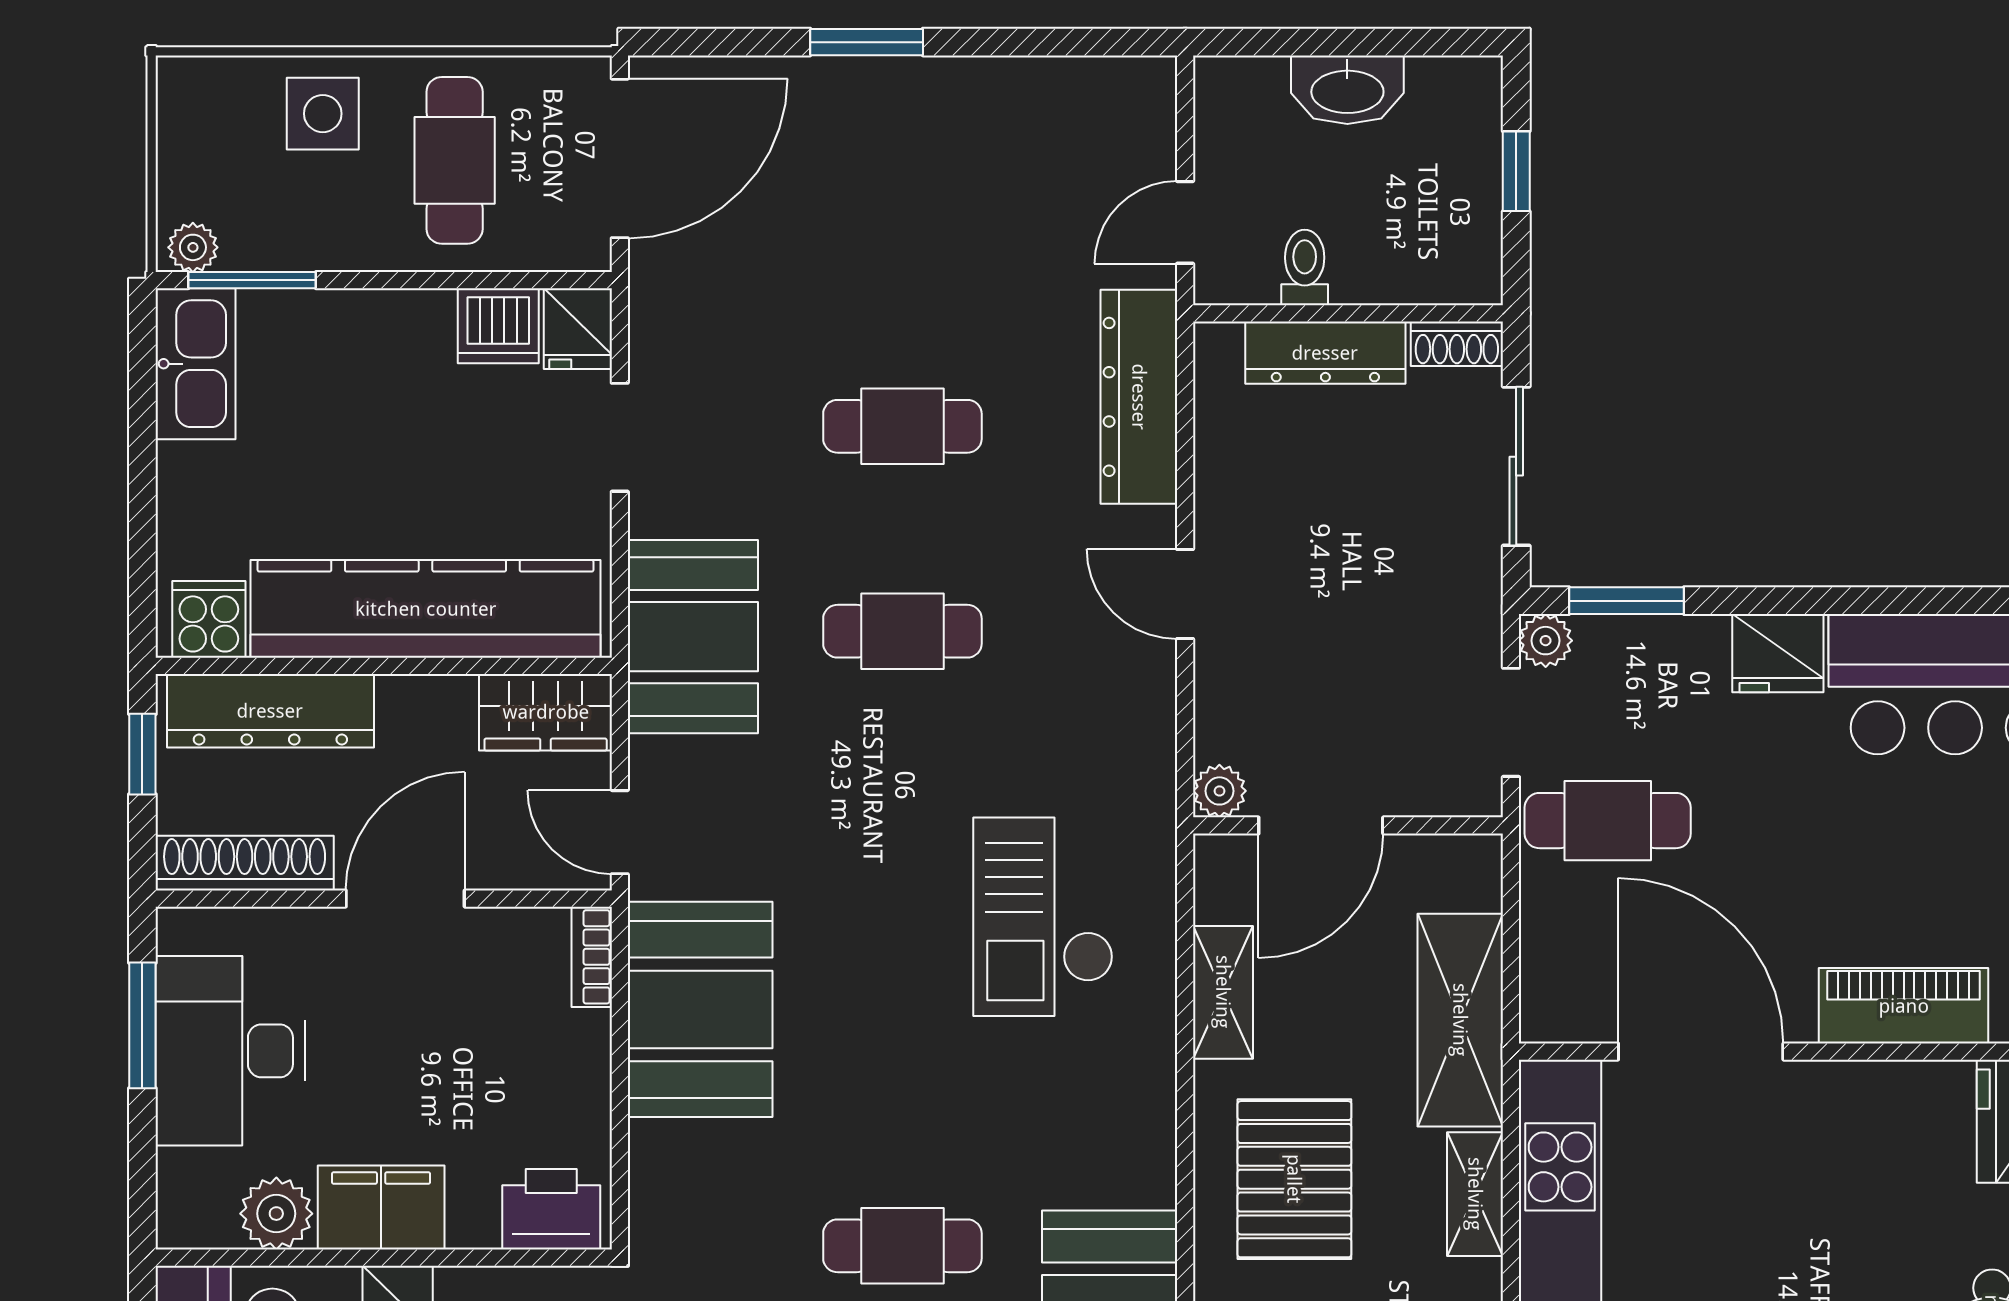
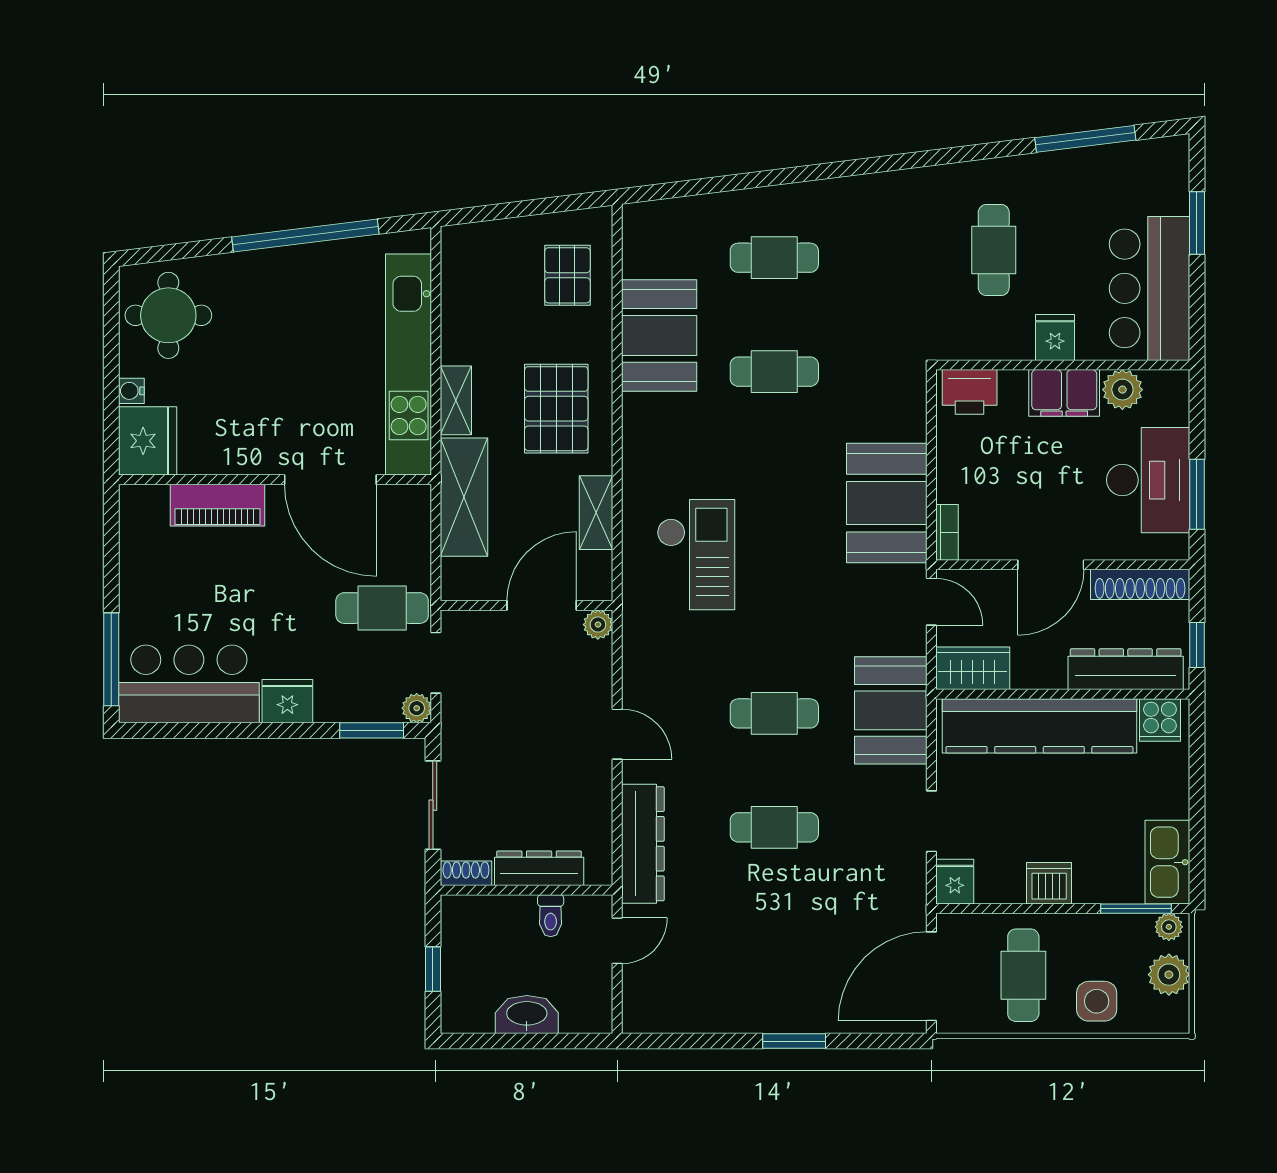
plant: (193, 161) -> (1169, 975), added
dishwasher: (498, 326) -> (1049, 883), moved

